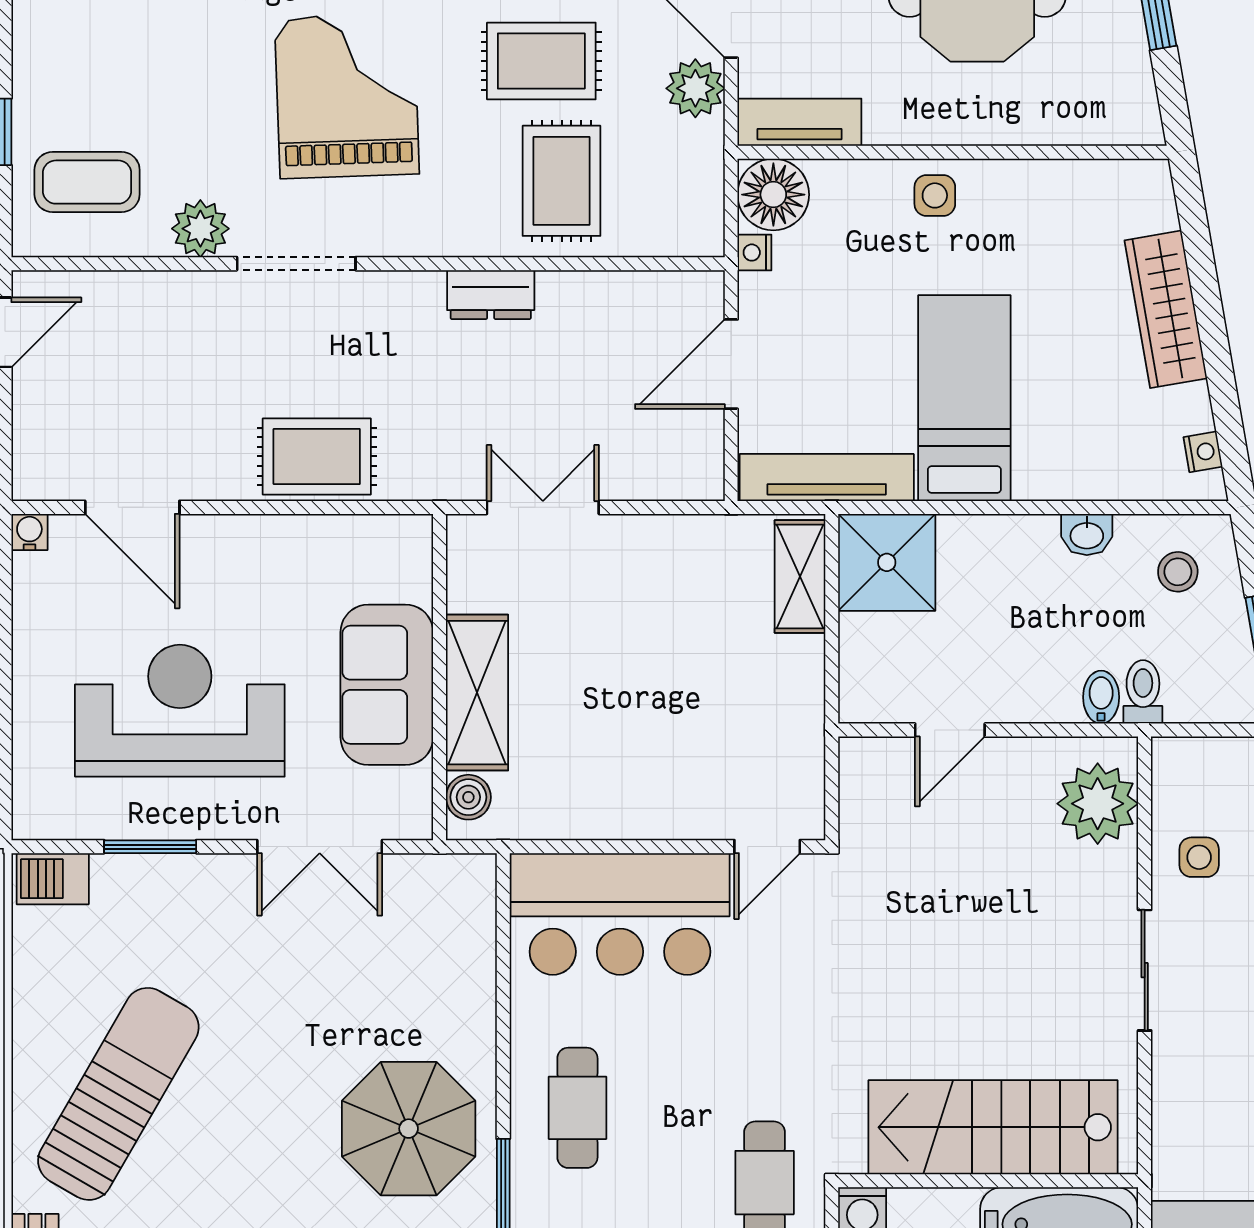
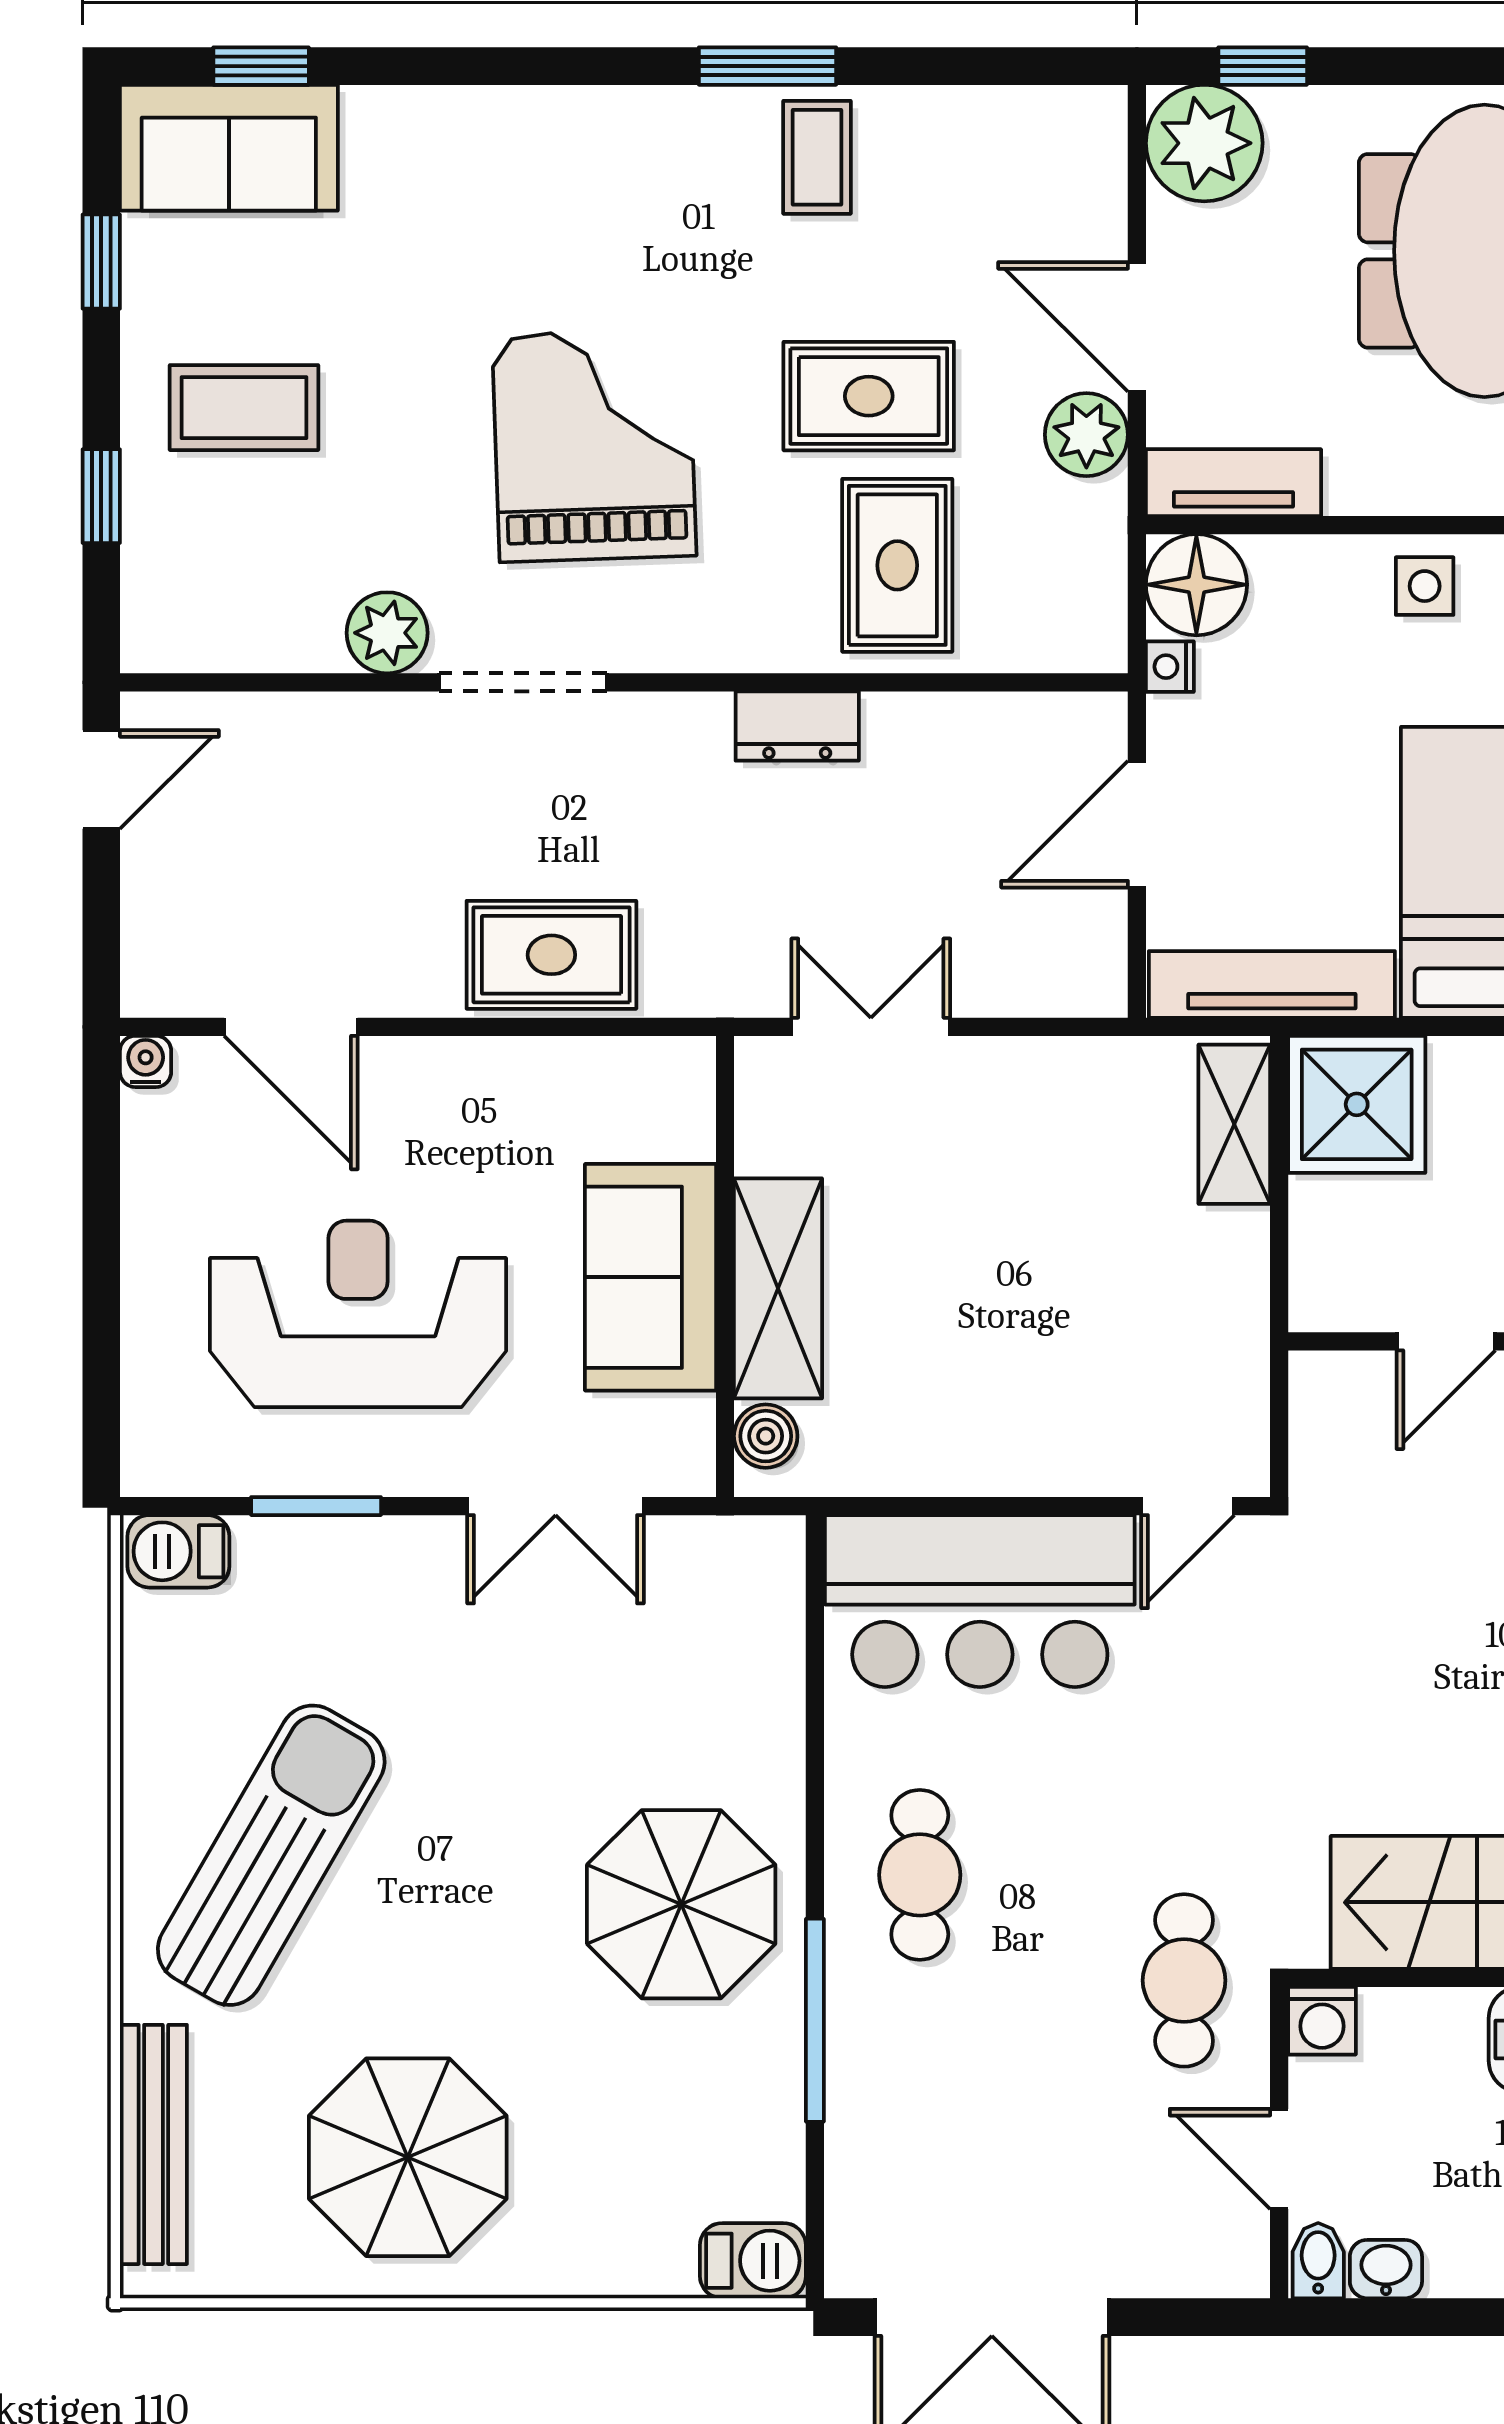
coffee table: (87, 182) -> (244, 408), moved

